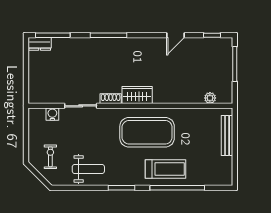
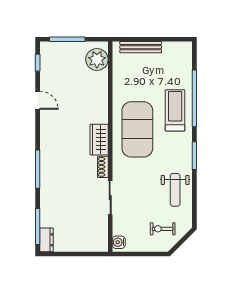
plant: (210, 98) -> (97, 59), width x1.88, depth x1.88
water cooler: (52, 114) -> (119, 242), moved
weight bench: (88, 169) -> (175, 190), turned 180

